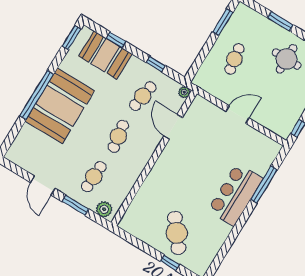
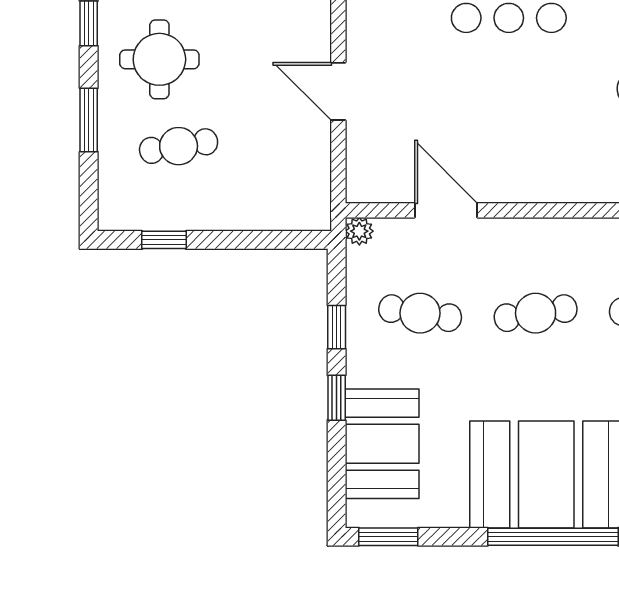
window: (223, 22) -> (164, 240), width x0.67
window: (116, 40) -> (337, 398), moved
cafe table: (234, 59) -> (179, 146), moved
door: (173, 127) -> (446, 210), swing flipped

